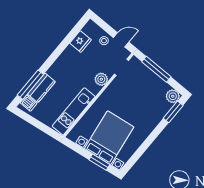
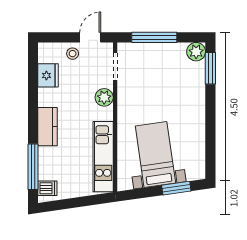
kitchen counter: (41, 88) -> (48, 127), moved
bed with nightstands: (109, 138) -> (155, 155), width x0.73

